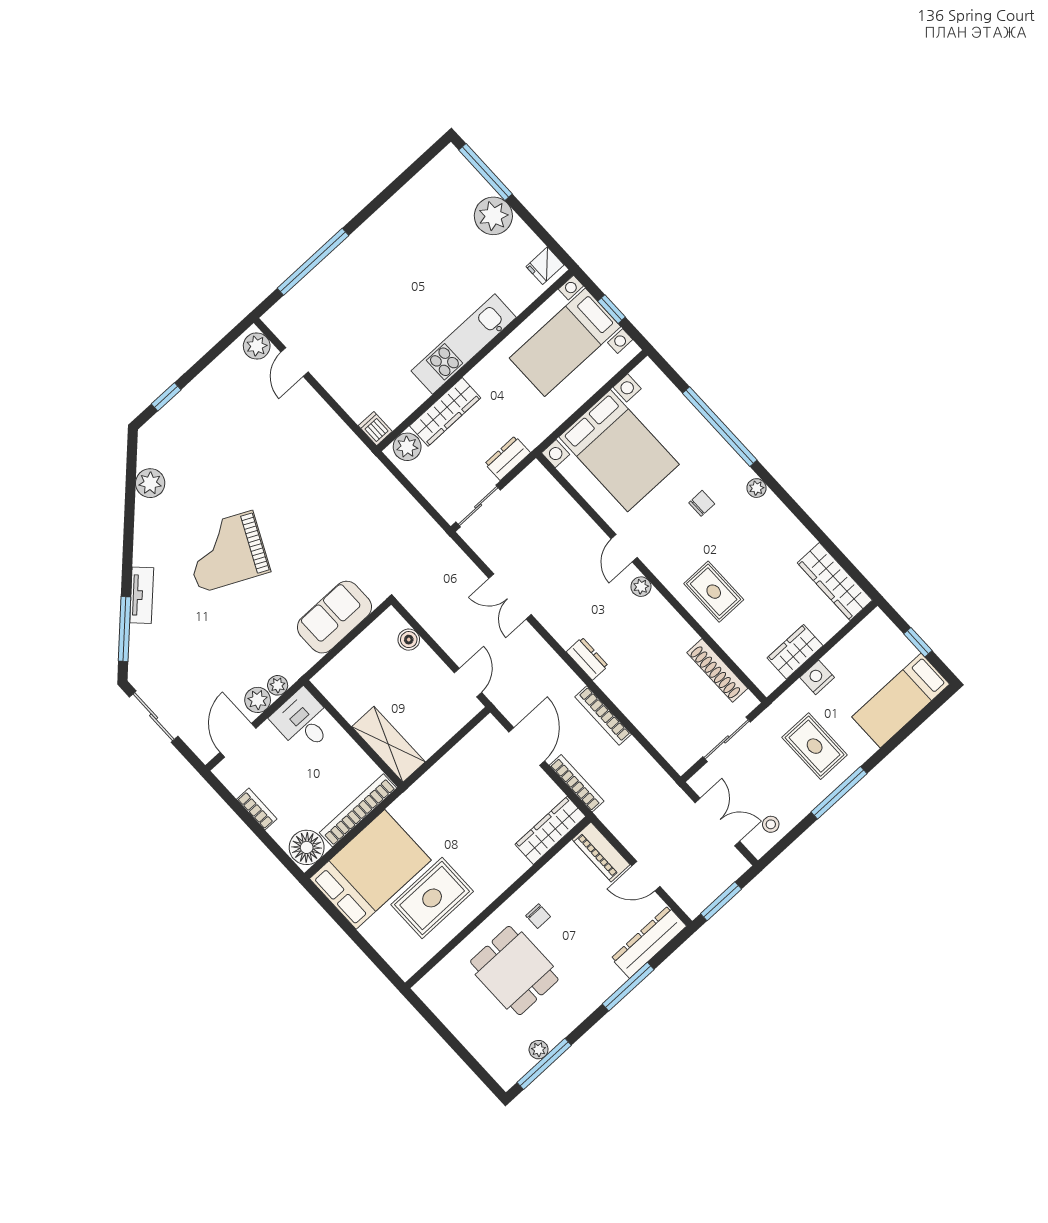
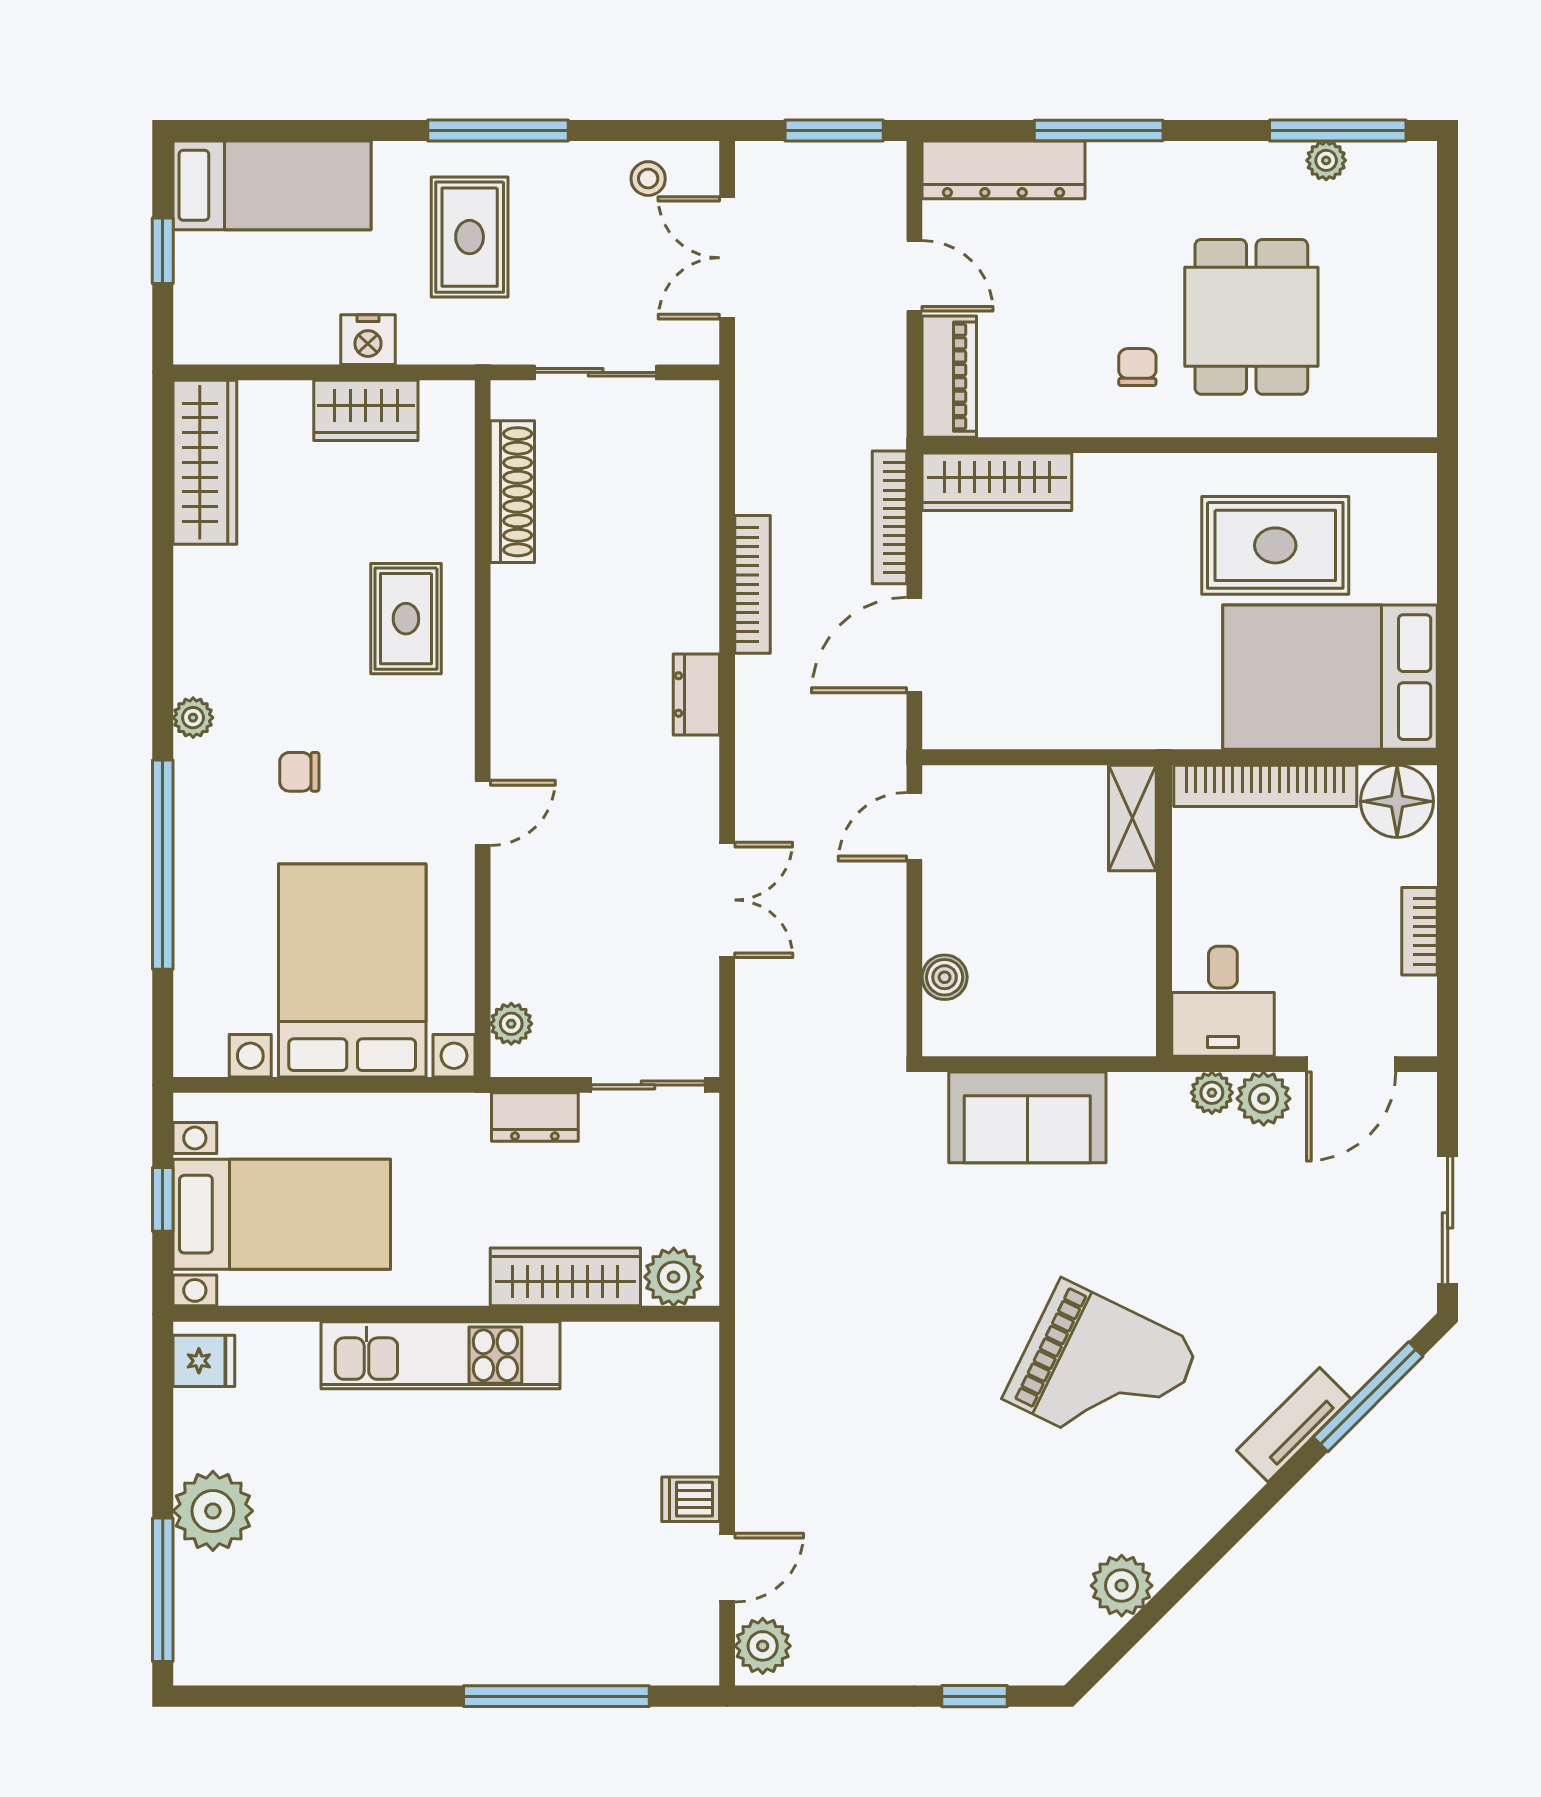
dishwasher: (375, 429) -> (691, 1499), moved, turned 90
plant: (641, 587) -> (511, 1024), moved
shelving: (388, 744) -> (1132, 818), width x0.67, depth x0.75

